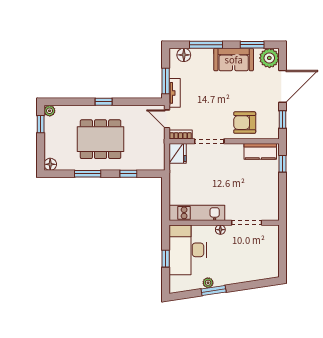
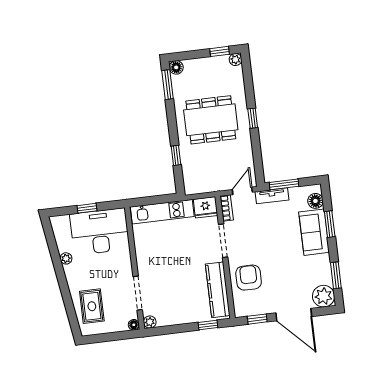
window: (206, 45) -> (330, 224), width x0.69
sofa: (234, 60) -> (314, 232), moved
dining table: (101, 139) -> (211, 120), turned 90
kitchen counter: (260, 151) -> (218, 290), width x1.50
window: (88, 174) -> (168, 85), moved
kitchen unit: (197, 213) -> (162, 212), moved, turned 90
plant: (274, 215) -> (150, 322), added
floor lamp: (220, 230) -> (134, 325), moved
rug: (253, 265) -> (92, 306), added
window: (214, 291) -> (58, 266), removed

